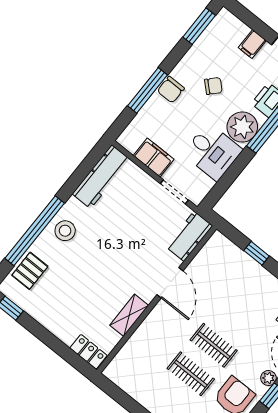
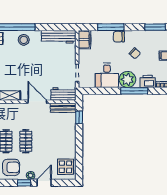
filing cabinet: (154, 157) -> (85, 40), moved
bench: (208, 253) -> (63, 108), added
window: (257, 253) -> (79, 117), moved
door: (170, 283) -> (37, 102), swing flipped

